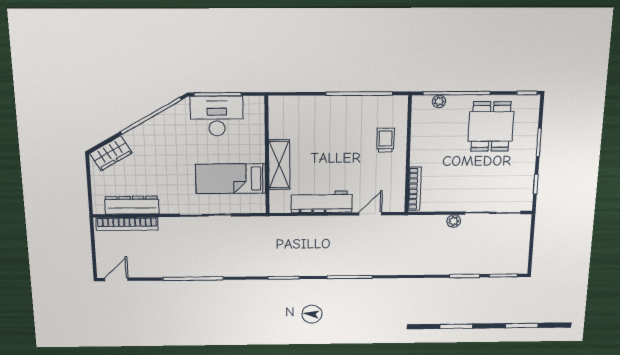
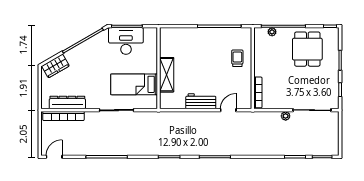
workbench: (322, 202) -> (201, 101), width x0.73

